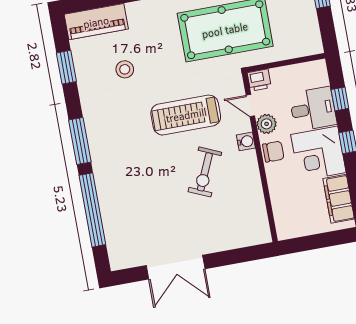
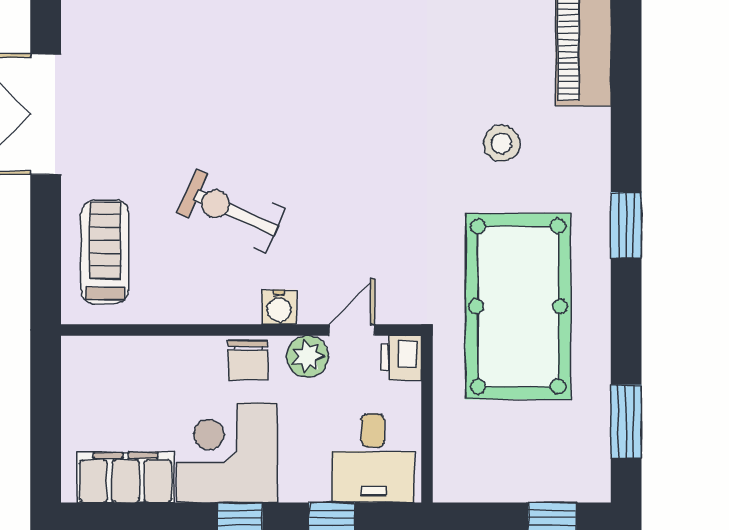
stool: (125, 69) -> (502, 143), moved
desk: (313, 109) -> (373, 458), moved
treadmill: (186, 115) -> (105, 252), moved, width x0.73, depth x0.73

